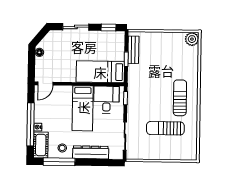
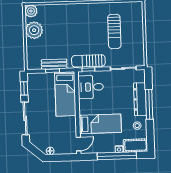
sliding door: (76, 27) -> (25, 118), width x1.37
plant: (171, 41) -> (34, 30), added
bench: (133, 50) -> (54, 64), moved
door: (45, 83) -> (78, 144), hinge flipped
sun lounger: (180, 98) -> (88, 61), moved
bed: (83, 108) -> (100, 124), moved
window: (59, 162) -> (149, 104), moved

